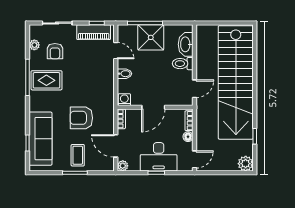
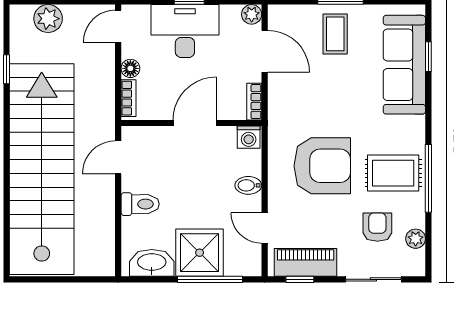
washbasin: (186, 44) -> (152, 263), moved, turned -90
armchair: (81, 118) -> (322, 166), moved, width x1.36, depth x1.36
plant: (246, 164) -> (48, 19), moved

